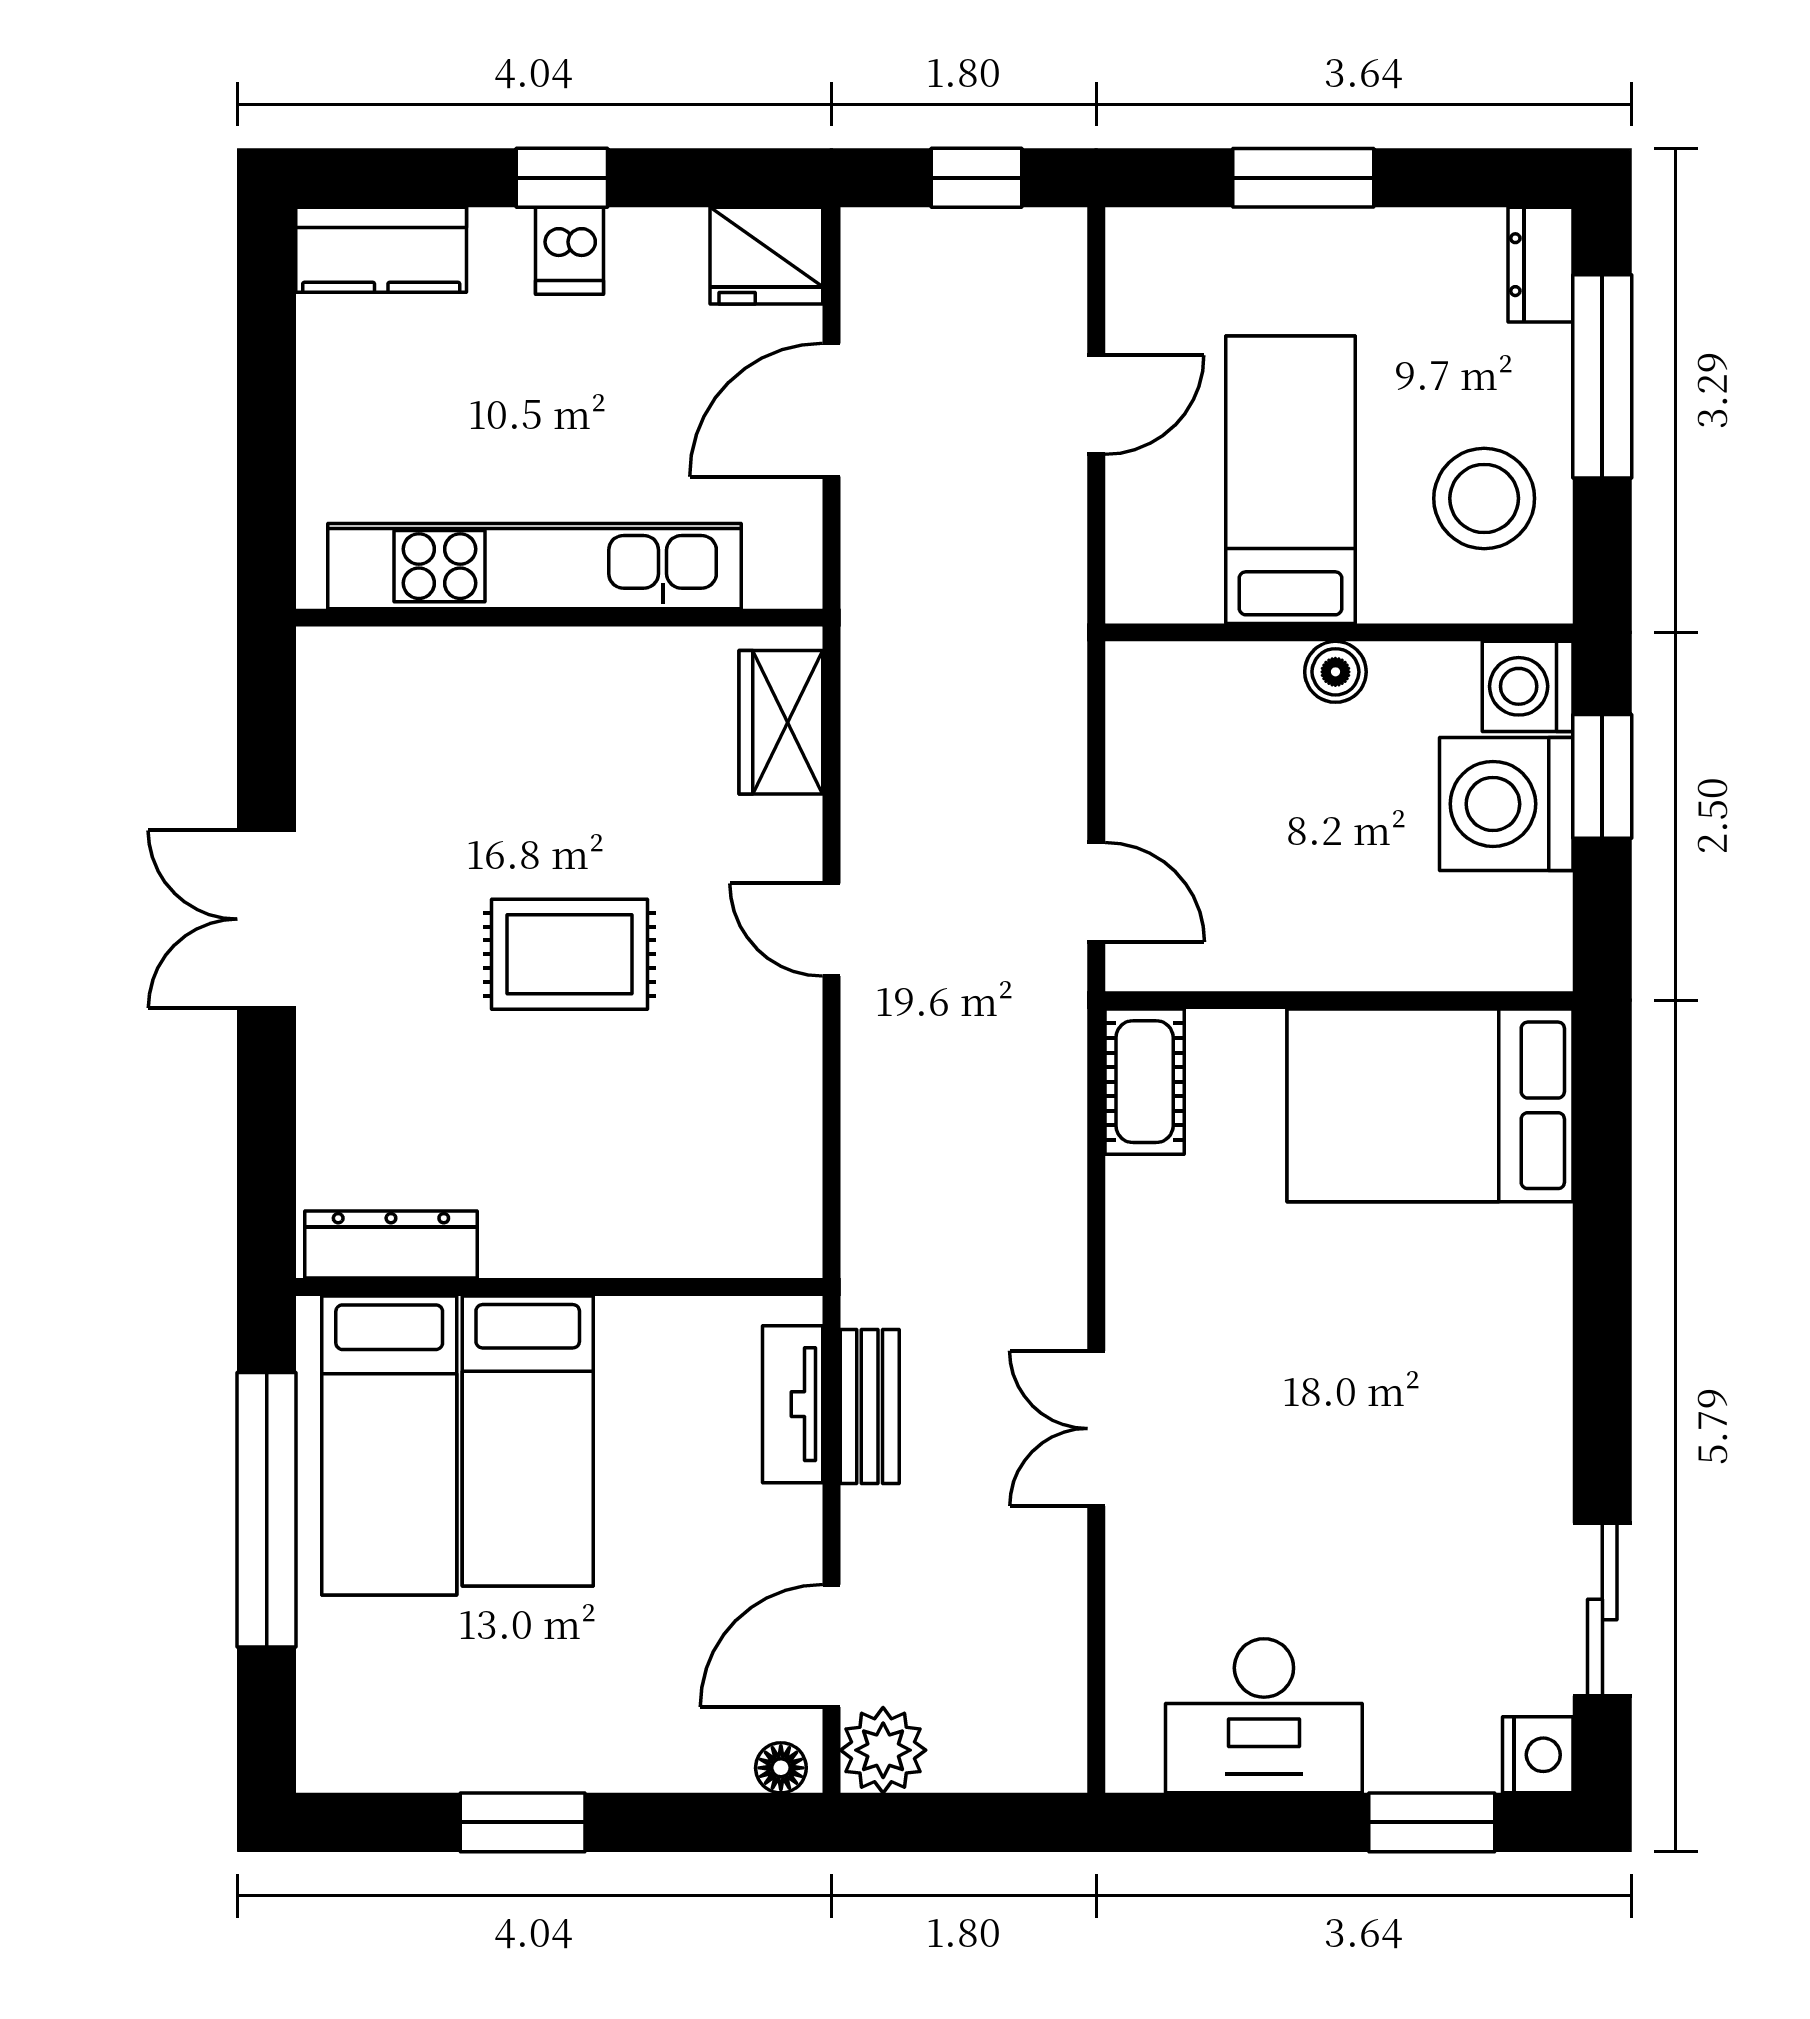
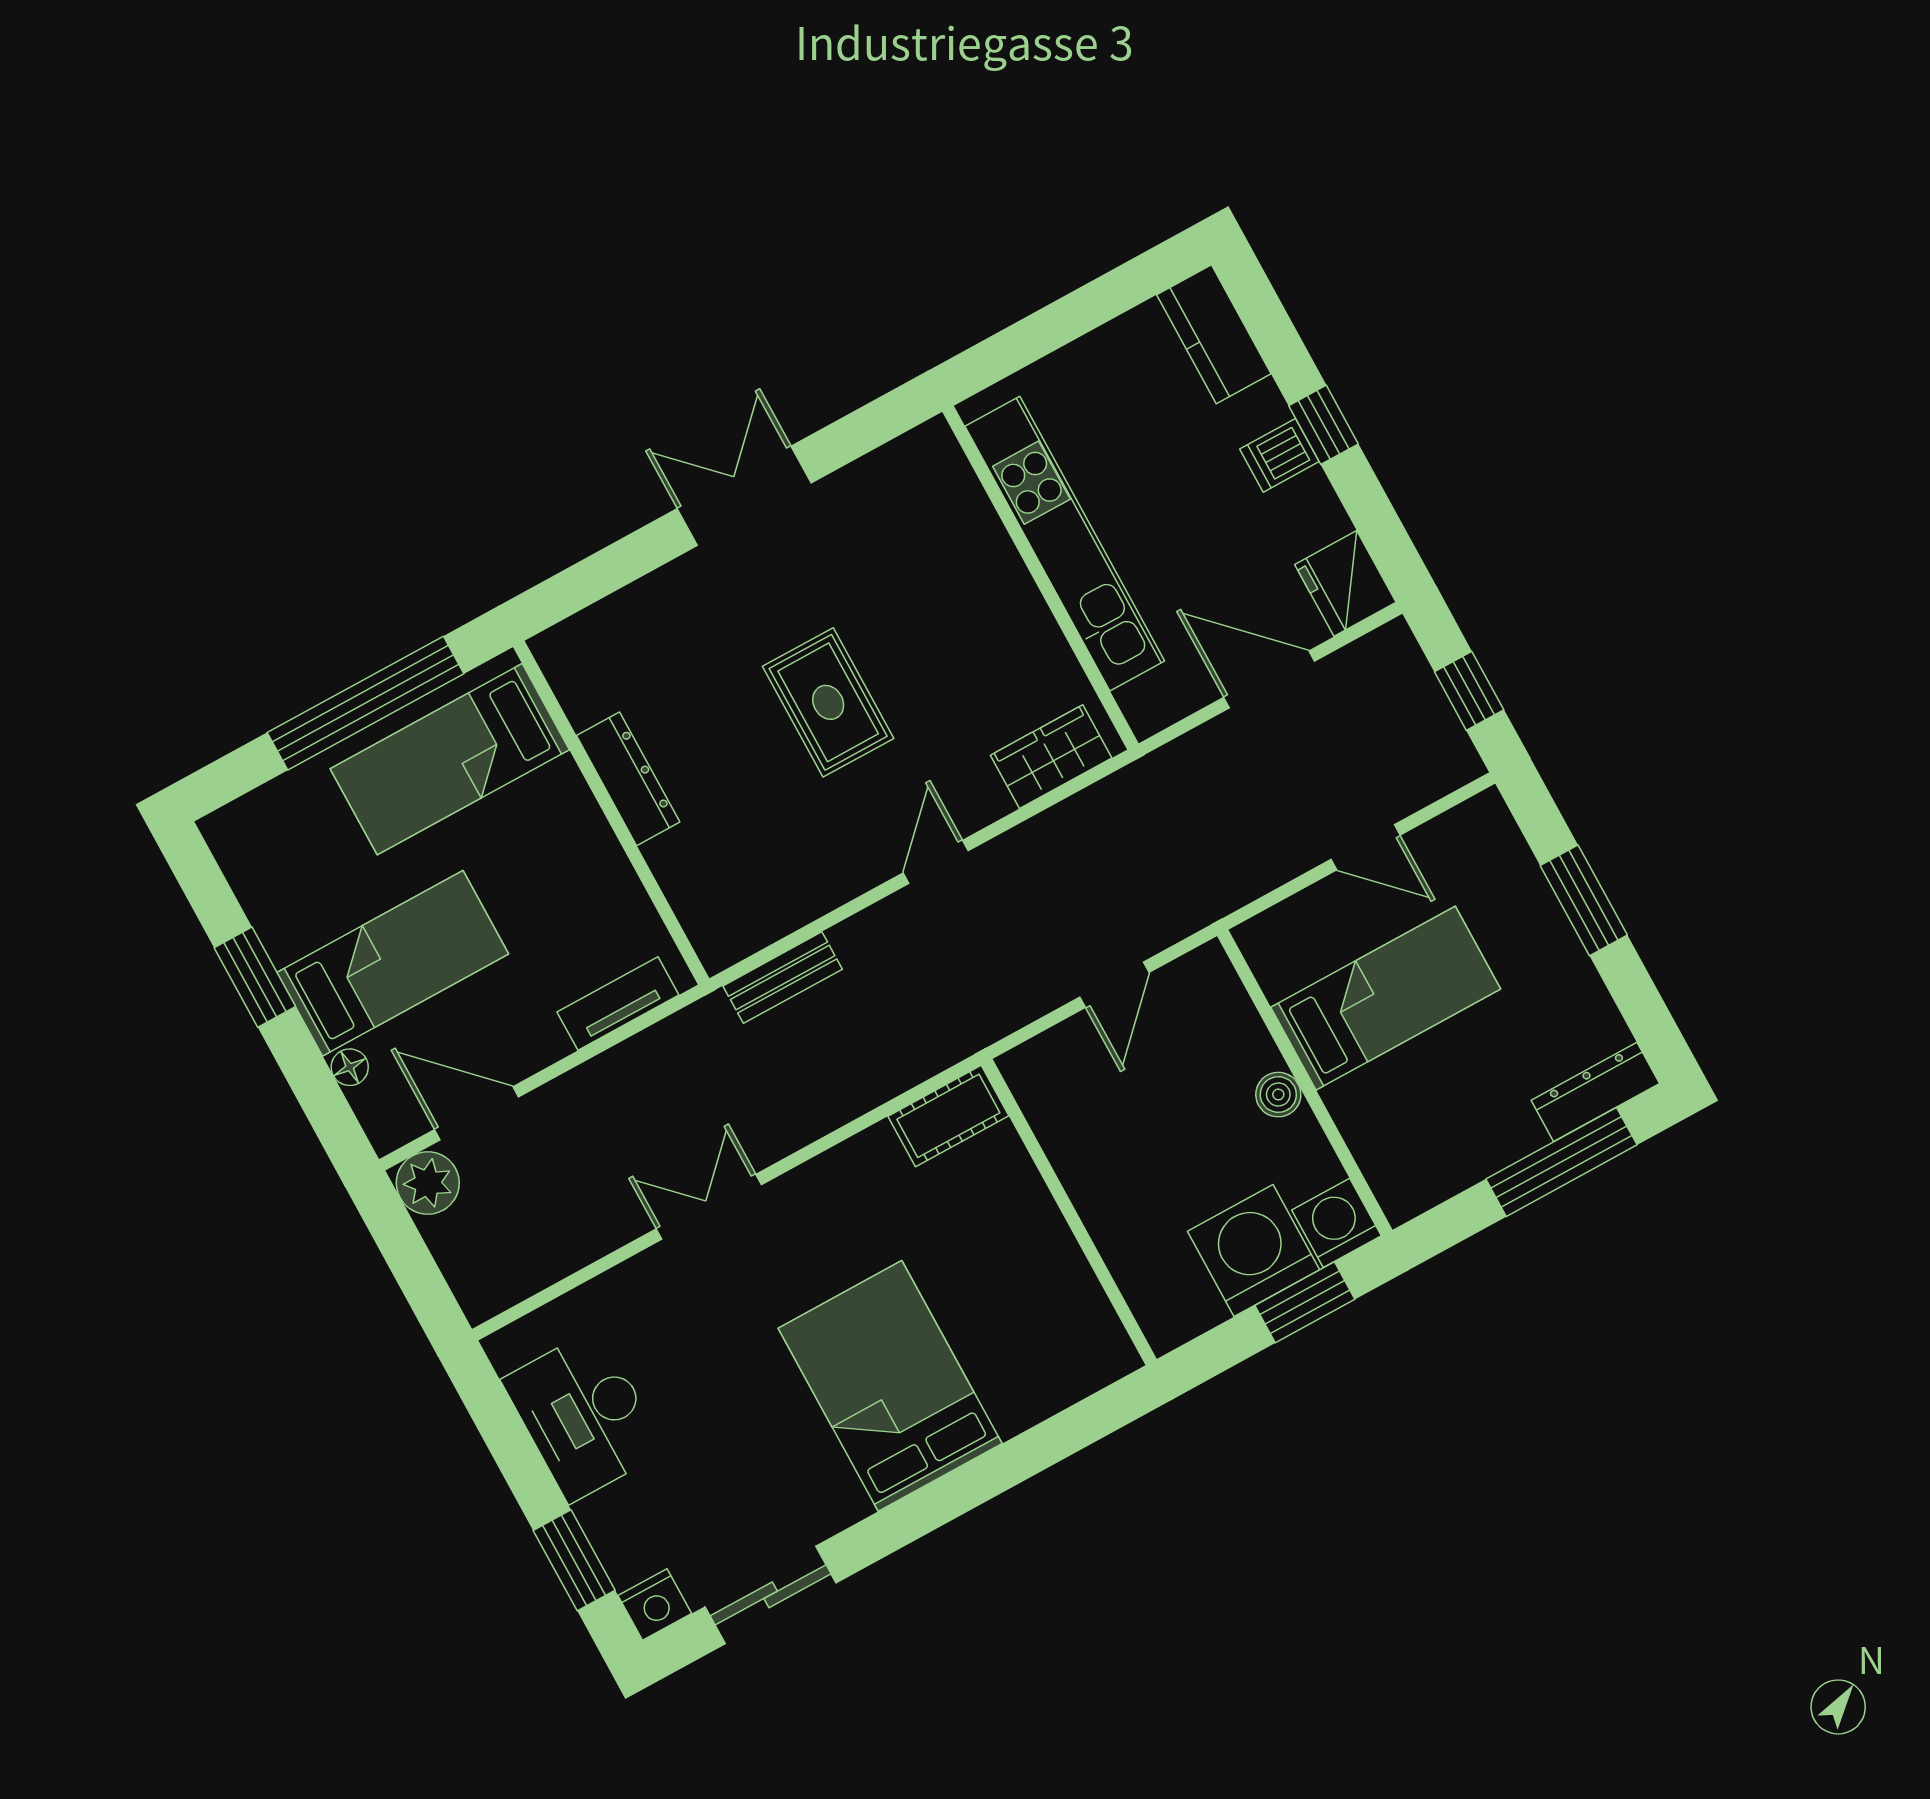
dresser: (1541, 265) -> (1595, 1092), width x1.44
stool: (1484, 498) -> (1442, 1129), removed
door: (1096, 892) -> (1114, 985), moved
bed: (1430, 1105) -> (890, 1386), moved
dresser: (391, 1244) -> (628, 779), moved
bench: (870, 1407) -> (783, 978), moved
bed: (528, 1441) -> (393, 963), moved, turned 180
floor lamp: (781, 1768) -> (350, 1067), moved

